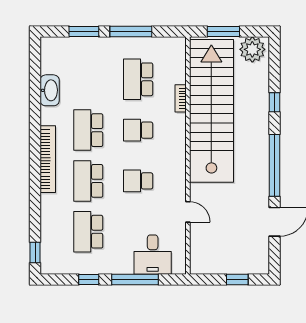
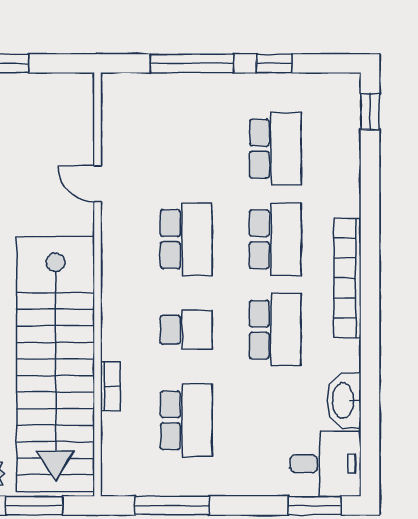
window: (84, 31) -> (315, 505), moved
window: (131, 31) -> (172, 505), moved
school desk: (138, 181) -> (186, 239), width x1.85
desk: (153, 255) -> (326, 464), moved, turned 90

